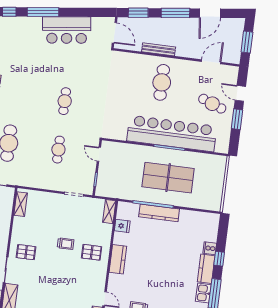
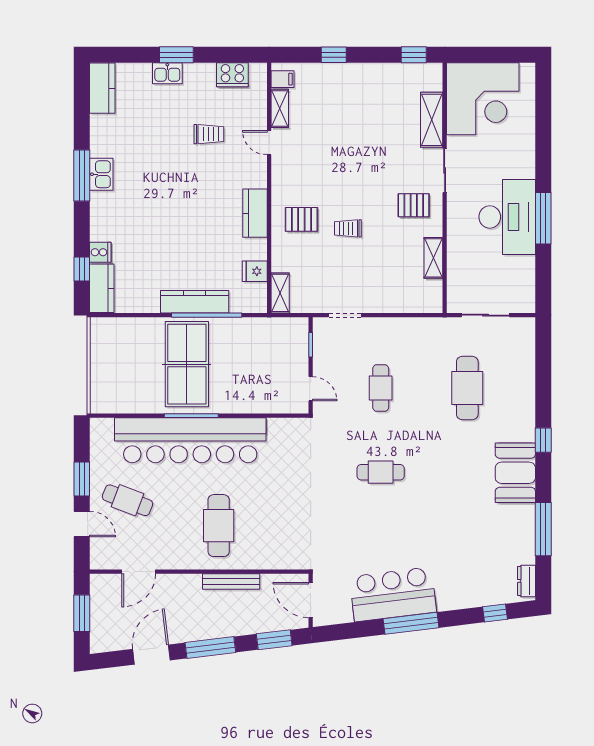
window: (43, 12) -> (411, 623), moved
cafe table: (65, 101) -> (381, 472), turned 90
table tennis table: (168, 178) -> (187, 364), turned 90
shelving: (21, 204) -> (433, 258), moved
window: (219, 259) -> (82, 269), moved
kitchen counter: (206, 269) -> (102, 288), moved

